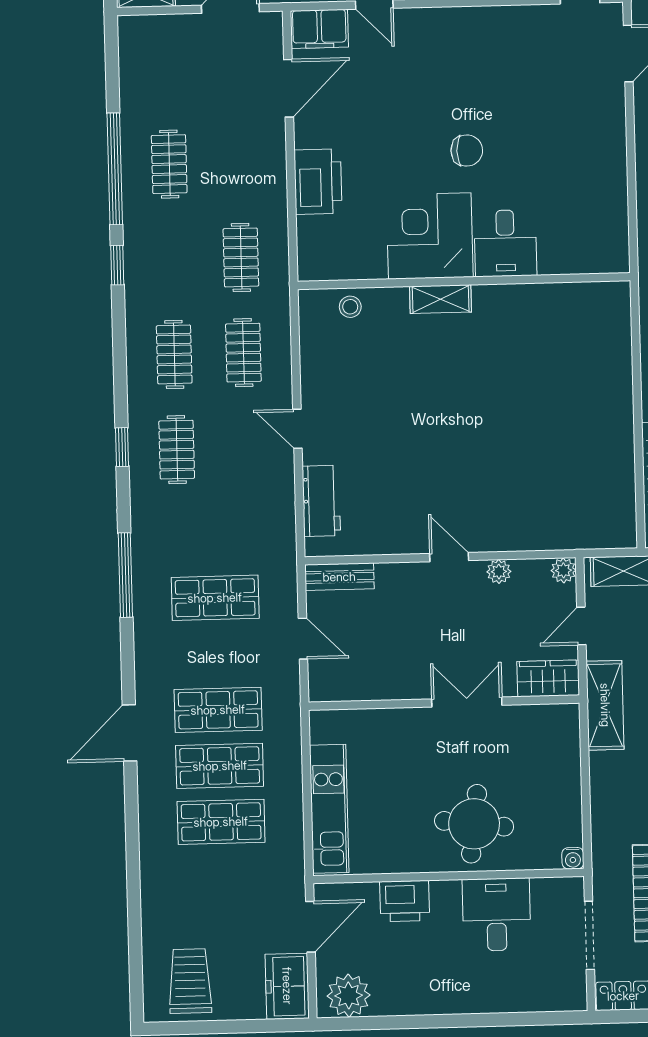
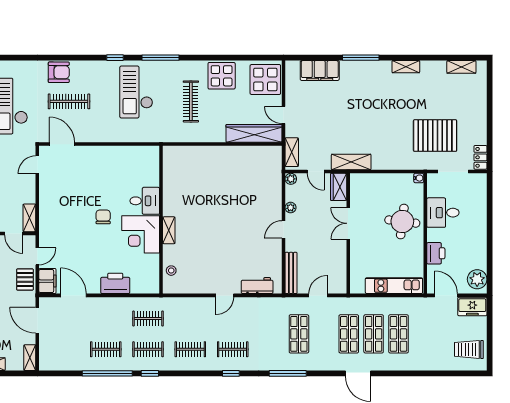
clothes rail: (243, 353) -> (148, 349), moved
bench: (339, 577) -> (291, 273), width x1.36

